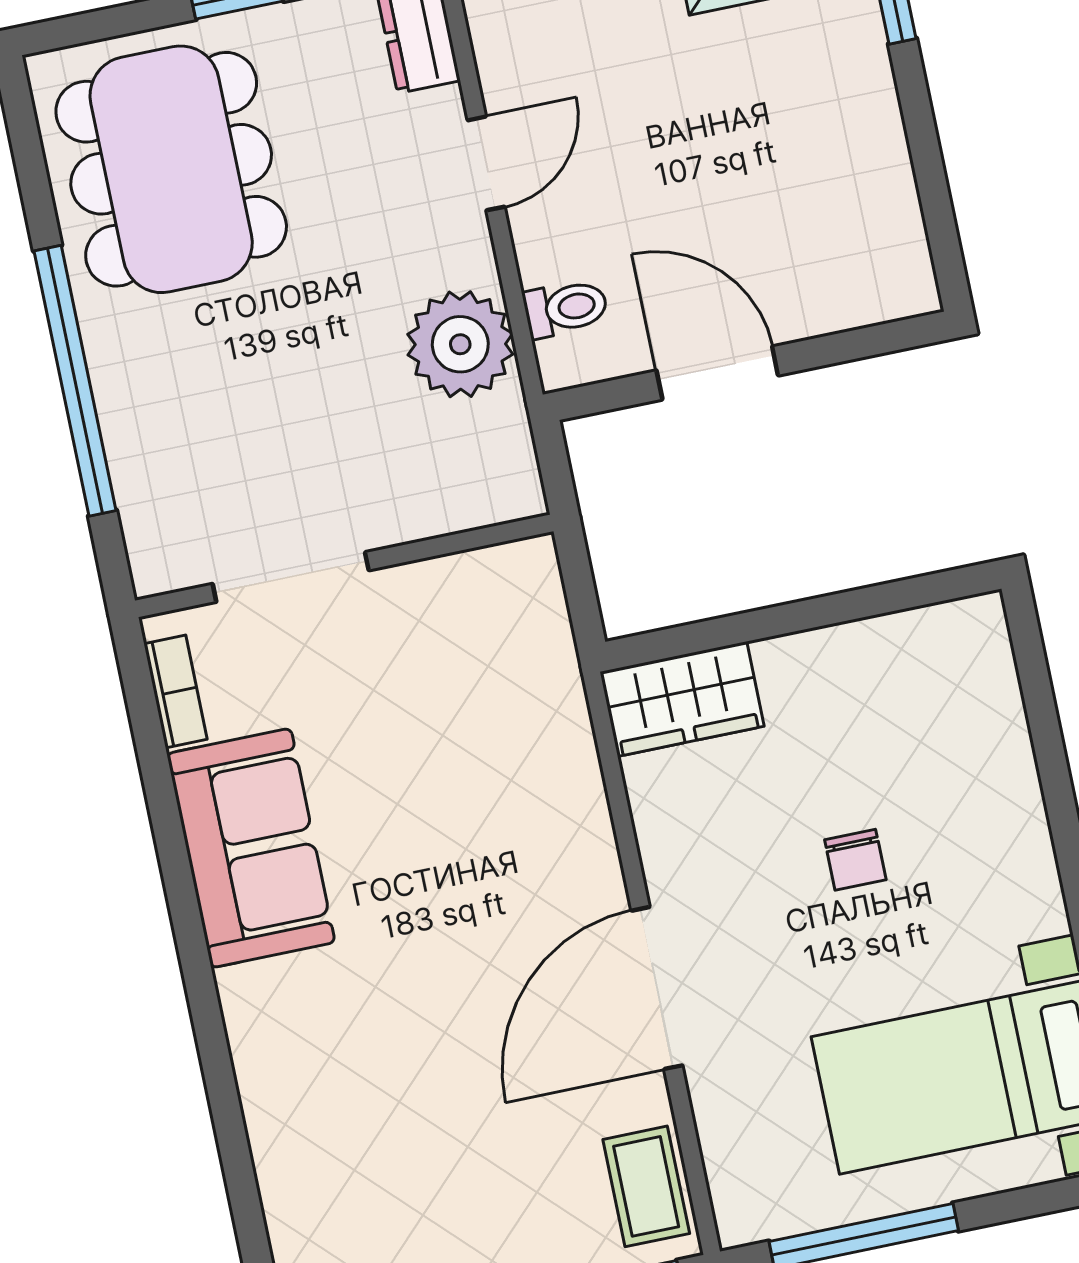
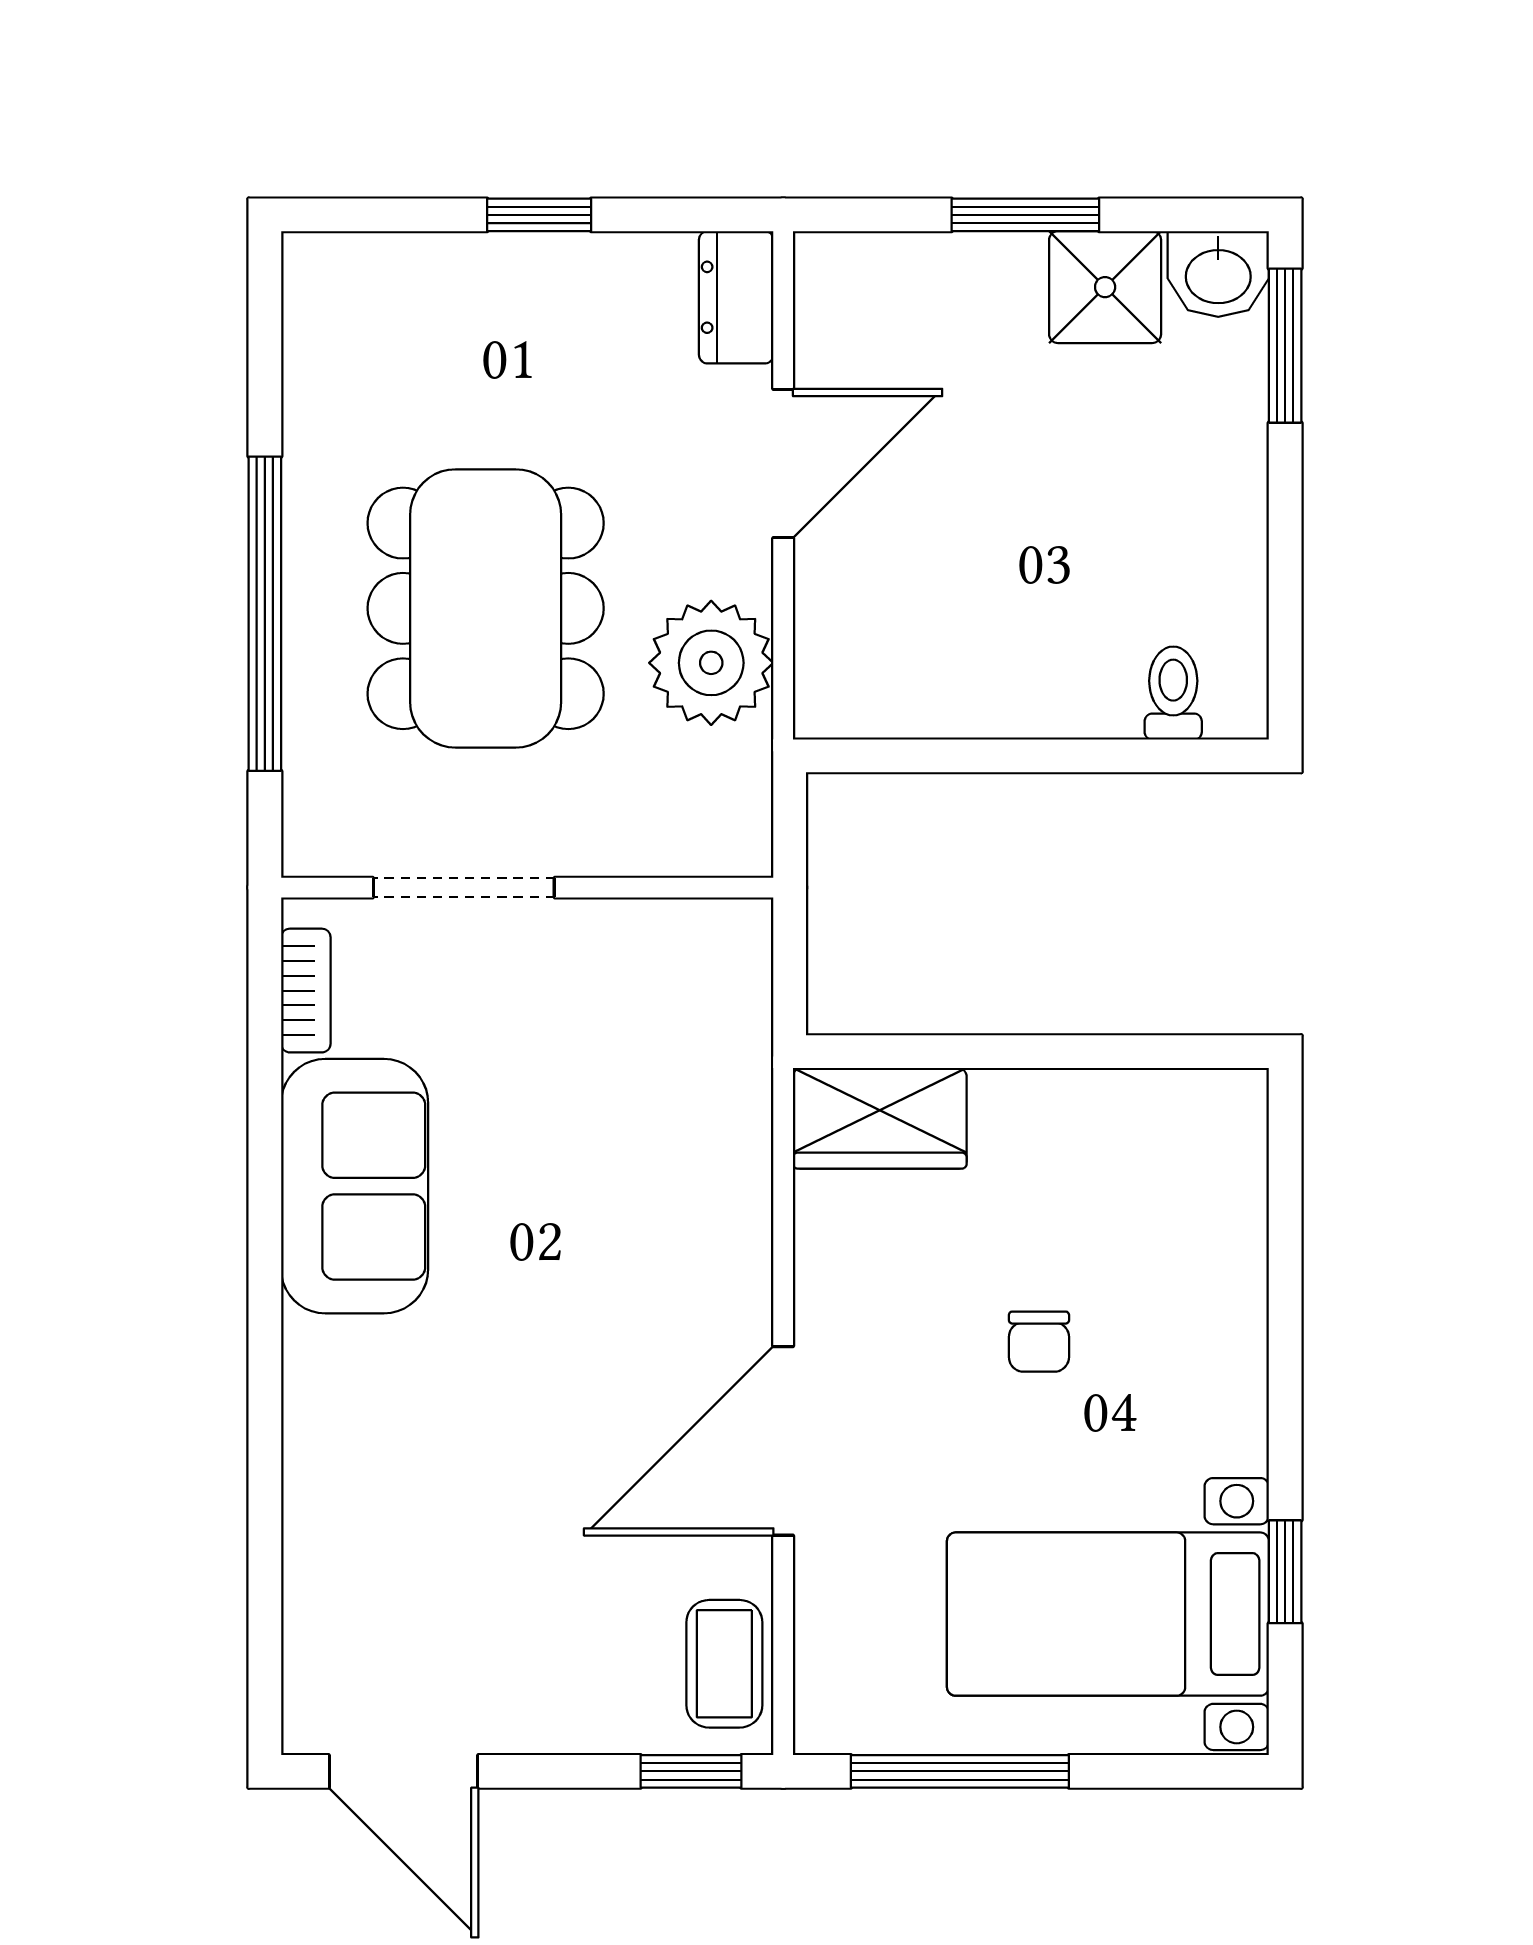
door: (486, 163) -> (783, 463), width x1.38
dining table: (171, 169) -> (486, 608), moved
toilet: (566, 308) -> (1173, 693), moved, turned -90
door: (717, 373) -> (997, 756), removed

